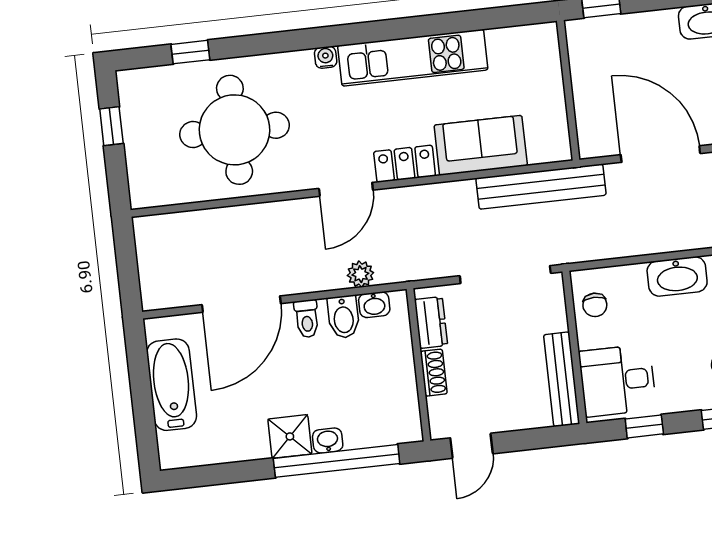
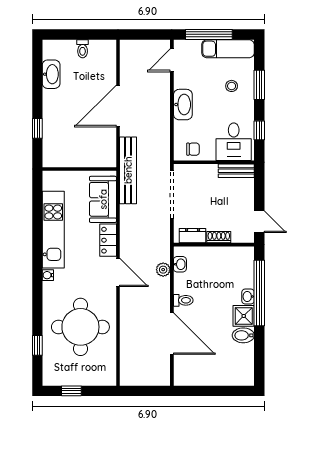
wall: (568, 90) -> (79, 169), moved
bidet: (343, 317) -> (243, 335), moved, turned 180
bench: (562, 379) -> (236, 171), width x0.73
bathtub: (172, 385) -> (210, 375), removed

